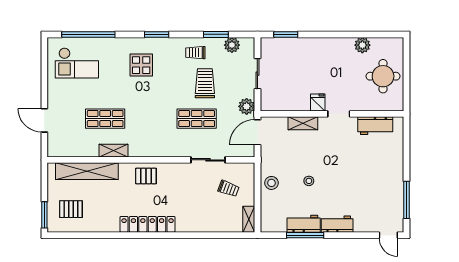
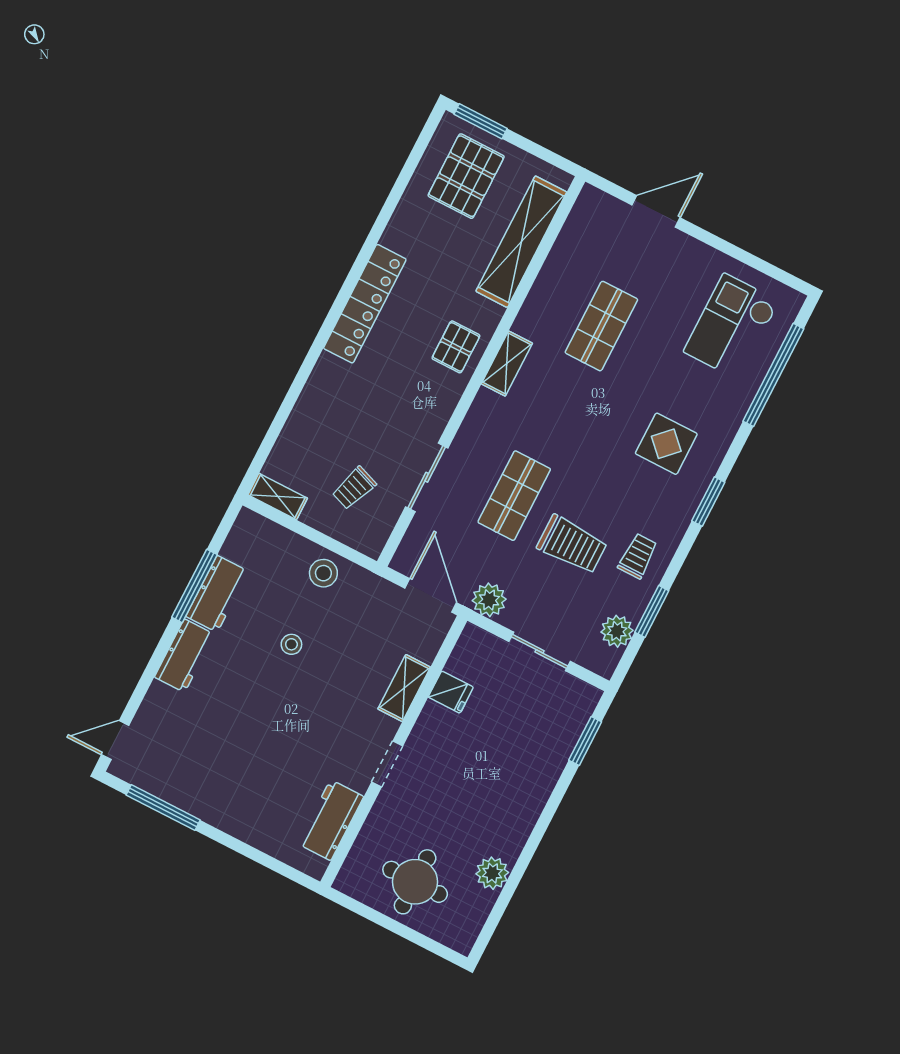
fridge: (318, 103) -> (451, 692), moved
shelving: (113, 151) -> (507, 364), moved
pallet: (71, 209) -> (466, 176), width x1.50, depth x1.42

